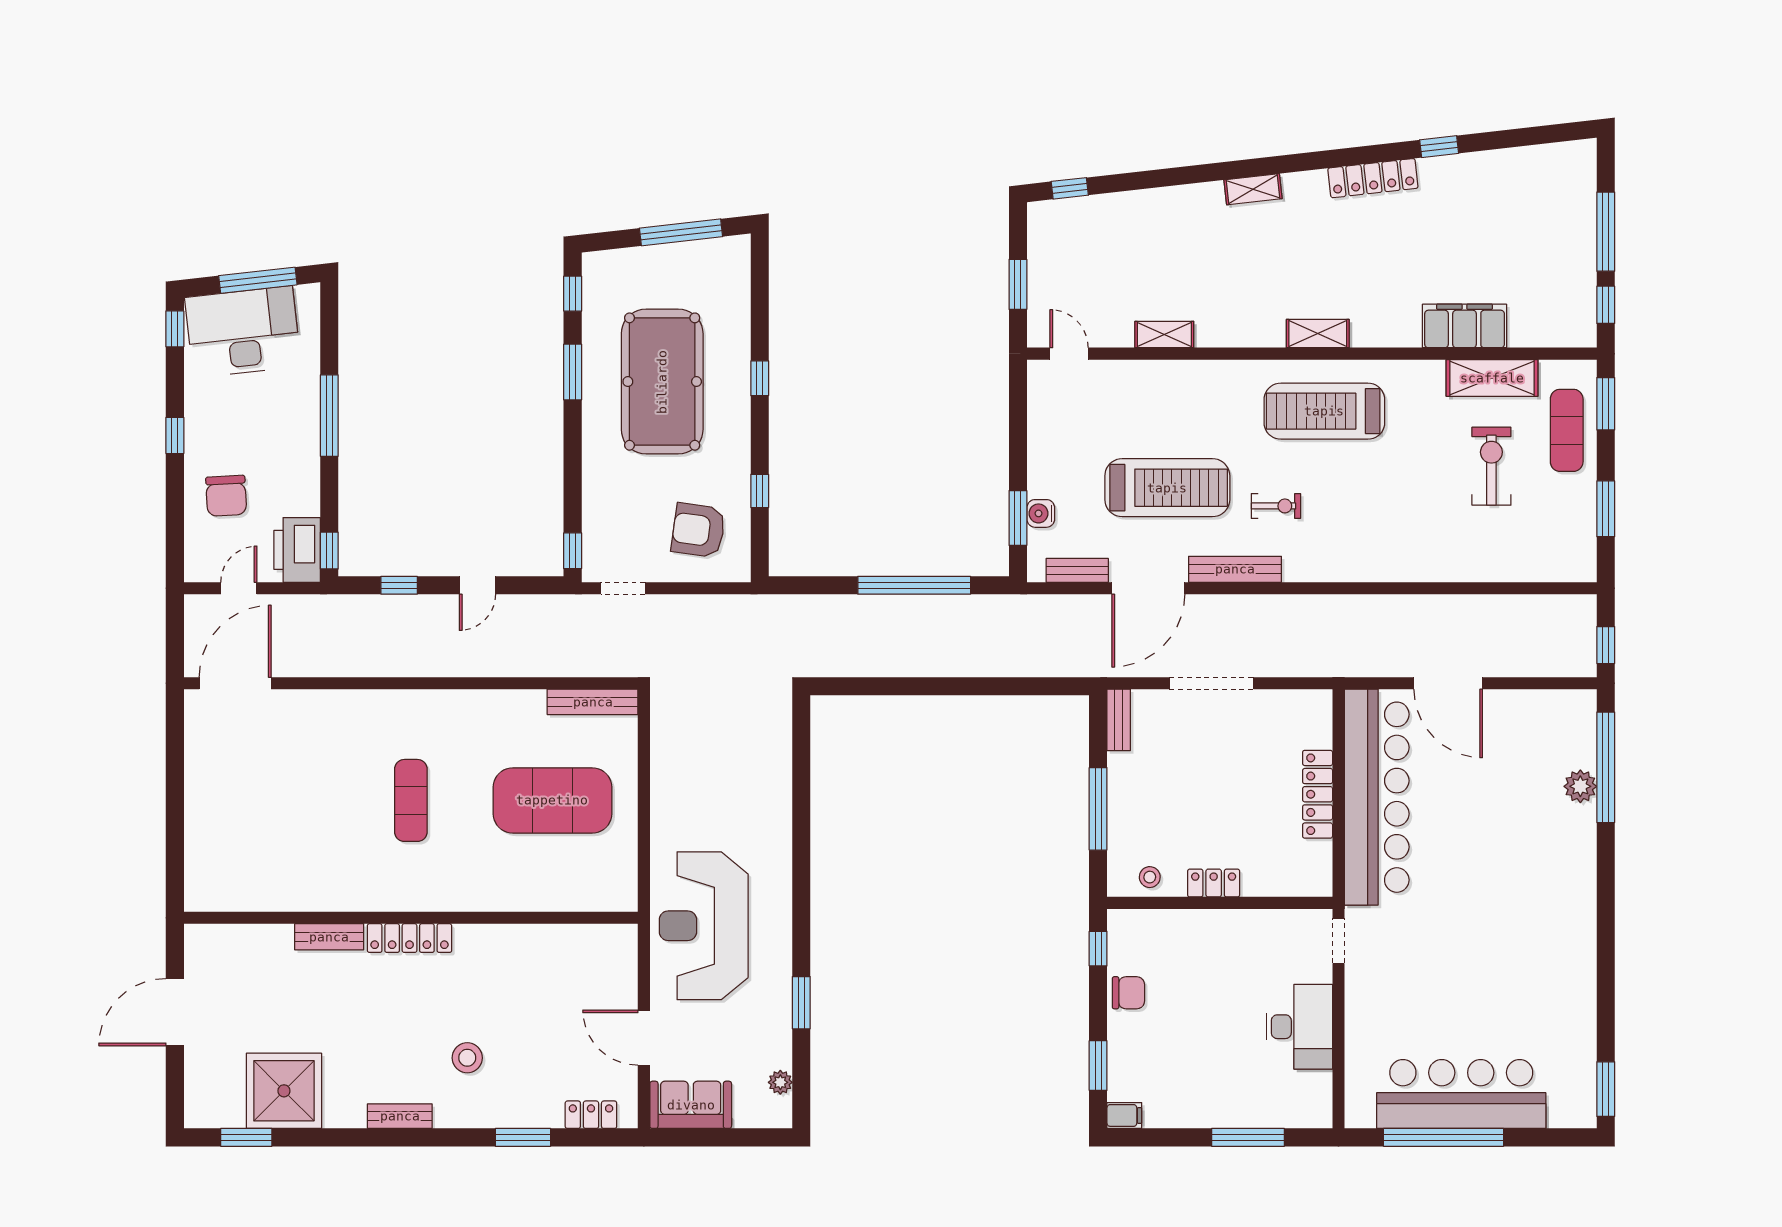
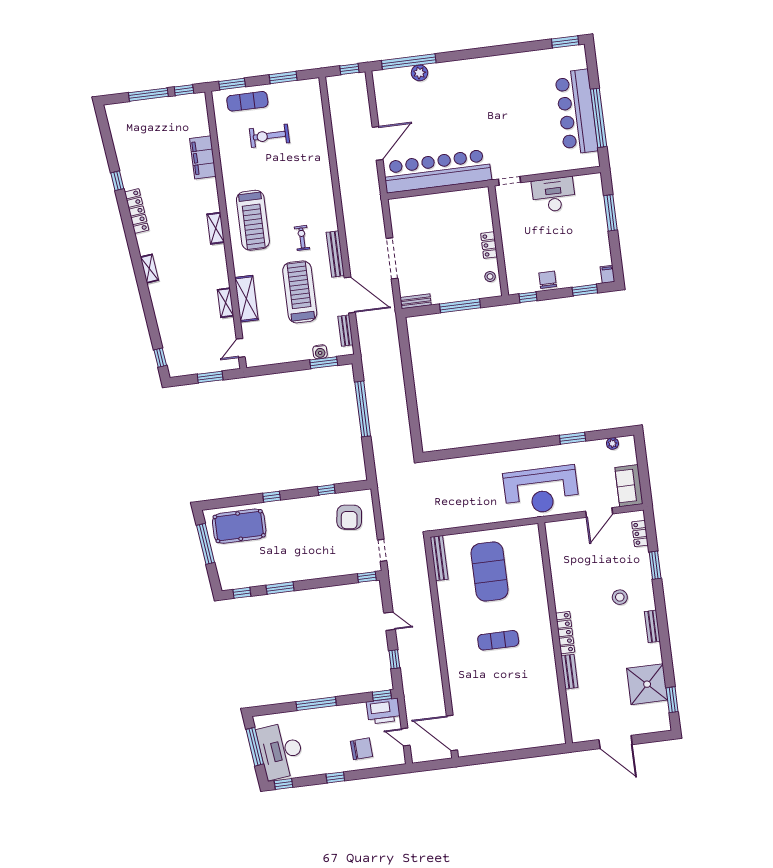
shelving: (1492, 378) -> (246, 299), moved
pool table: (662, 382) -> (239, 526), moved, width x0.73, depth x0.76
locker: (1318, 794) -> (440, 200), removed

